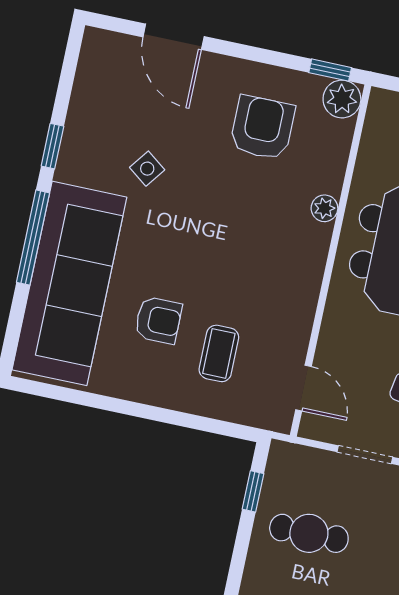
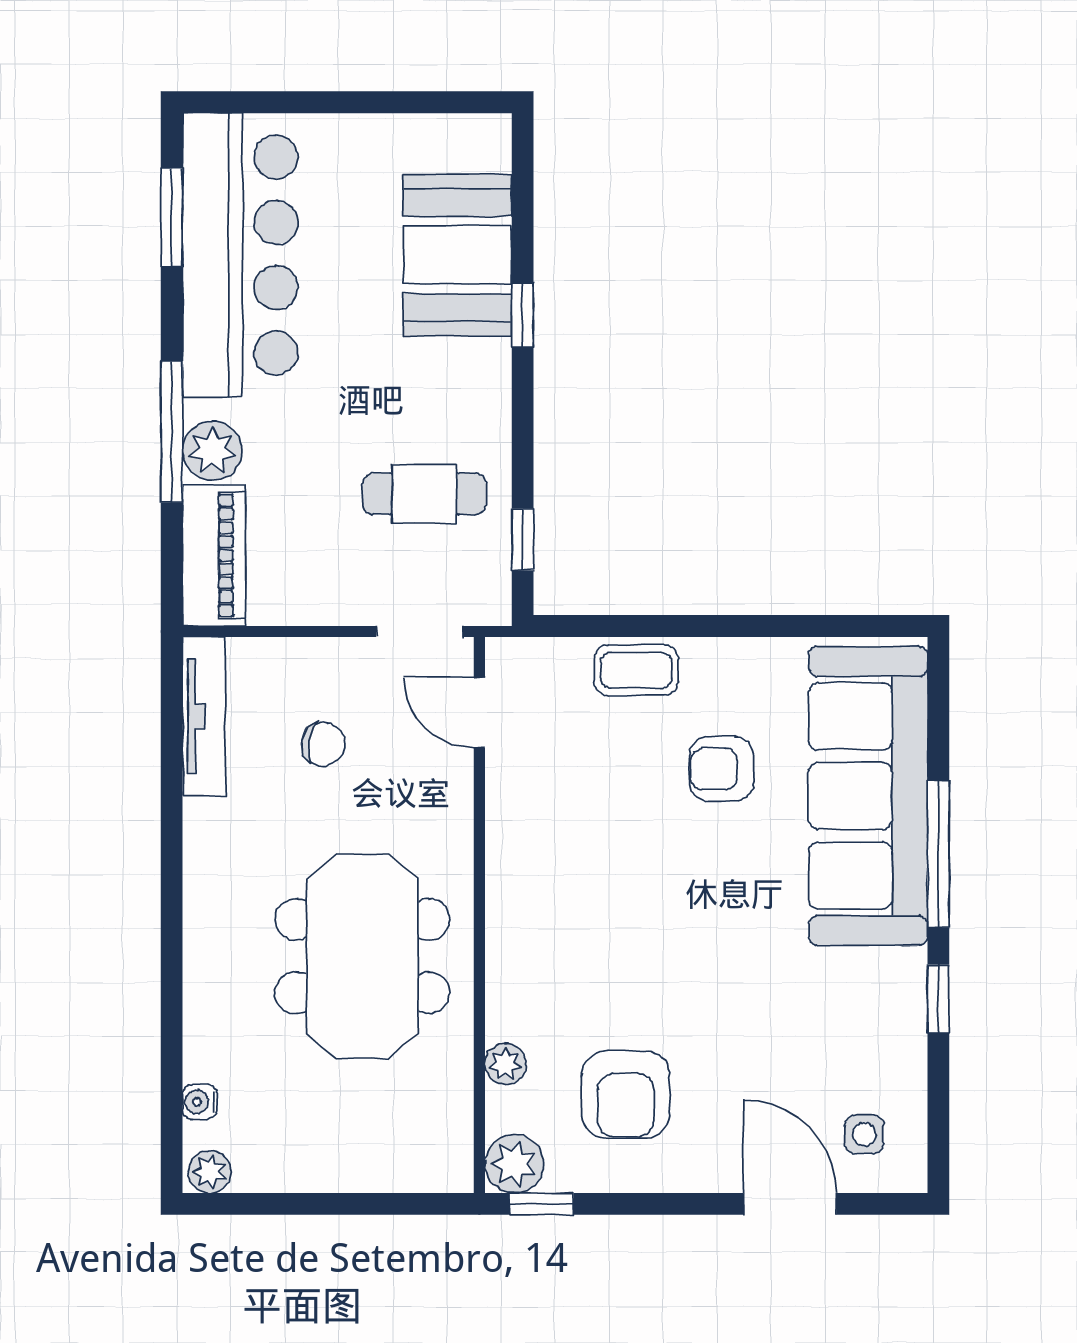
side table: (147, 169) -> (864, 1134), moved, turned -37
plant: (324, 208) -> (505, 1064), moved
coffee table: (219, 353) -> (636, 670), moved, turned 90
doorway: (365, 455) -> (419, 631), moved

